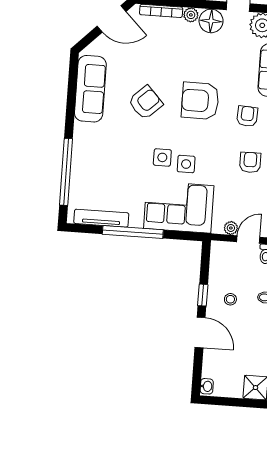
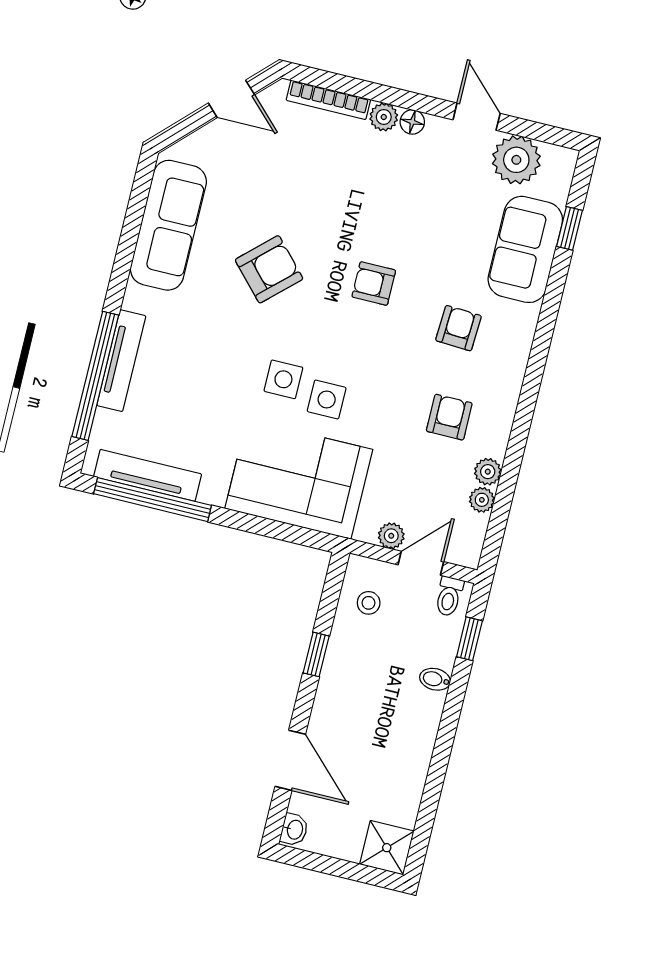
door: (112, 19) -> (231, 99), width x0.73
floor lamp: (211, 21) -> (412, 122), width x0.53, depth x0.53
armchair: (200, 101) -> (374, 284), width x0.53, depth x0.53
tv unit: (78, 162) -> (121, 361), added
window: (133, 232) -> (153, 500), moved
stool: (230, 299) -> (369, 603), moved
door: (200, 332) -> (290, 760), moved

